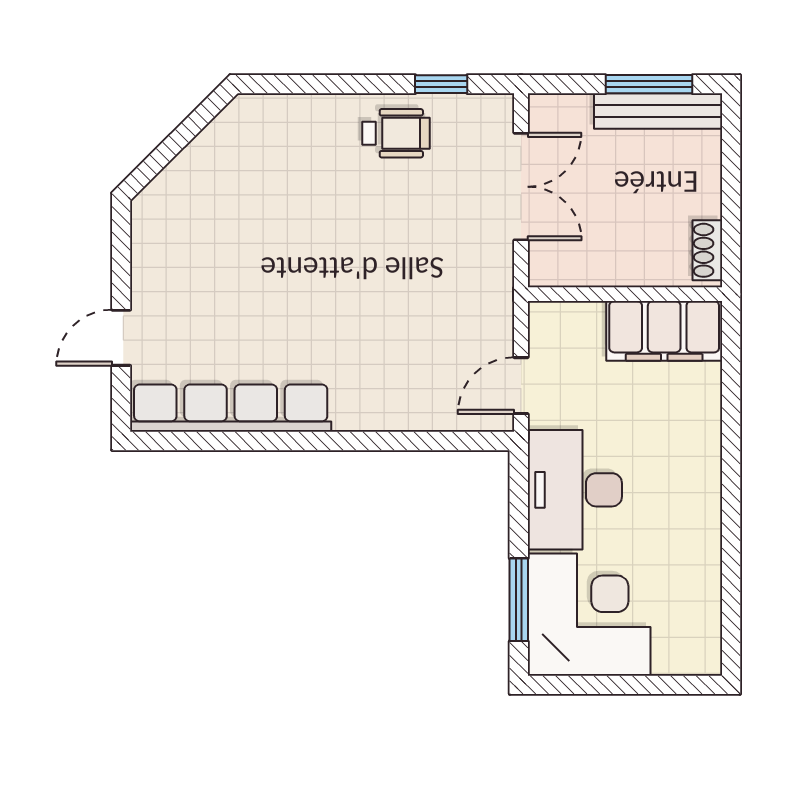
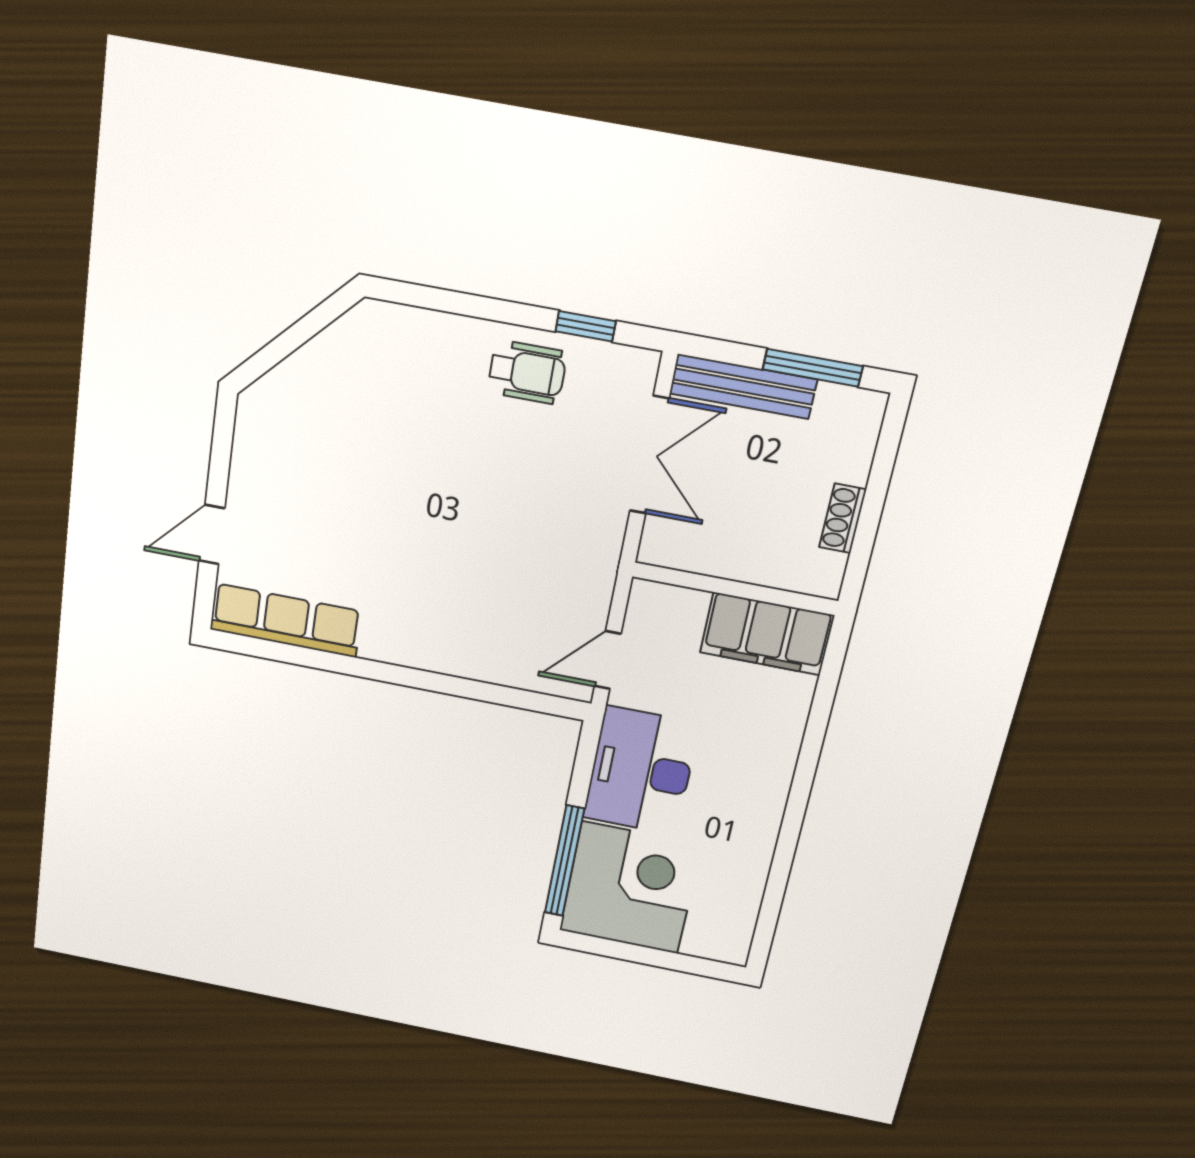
bench: (658, 111) -> (743, 386), moved
shoe rack: (707, 250) -> (843, 518), moved
row of seats: (231, 408) -> (286, 620), width x0.73
window: (519, 600) -> (565, 861), width x1.44

